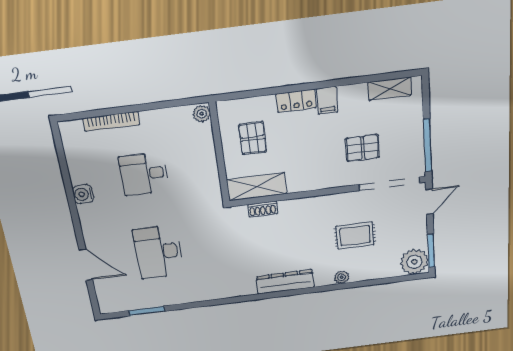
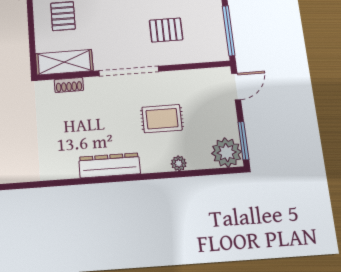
doorway: (389, 184) -> (129, 71), moved
plant: (342, 277) -> (179, 163), moved
dresser: (285, 282) -> (109, 165), moved

